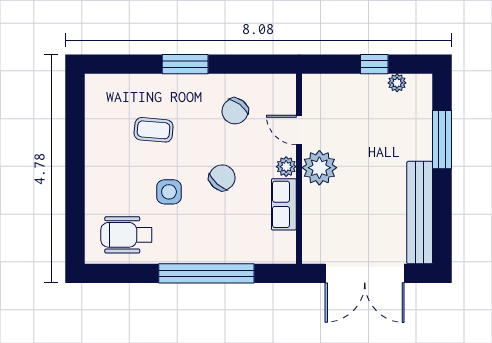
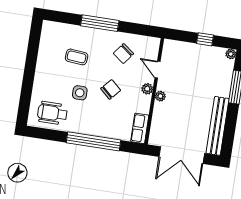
window: (185, 64) -> (100, 23), width x1.44
plant: (397, 83) -> (231, 54), moved
plant: (319, 168) -> (160, 96), width x0.53, depth x0.53
row of seats: (284, 204) -> (140, 128), moved

